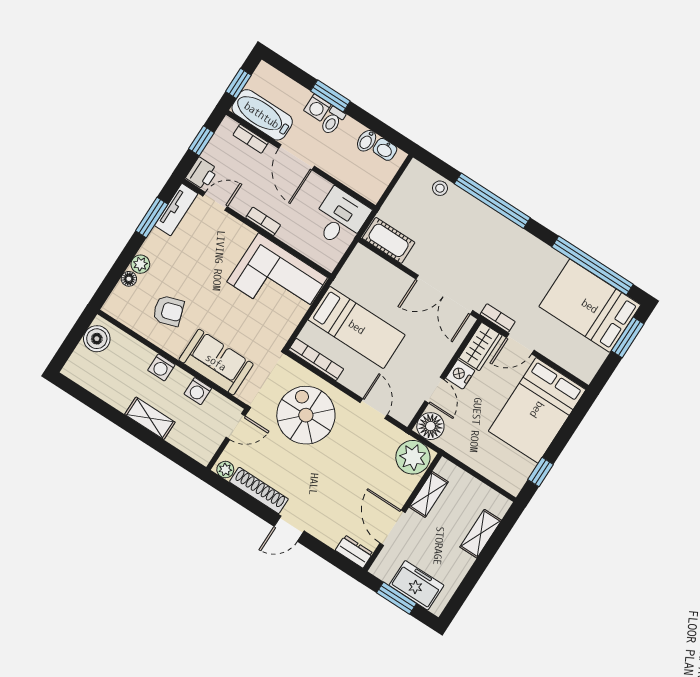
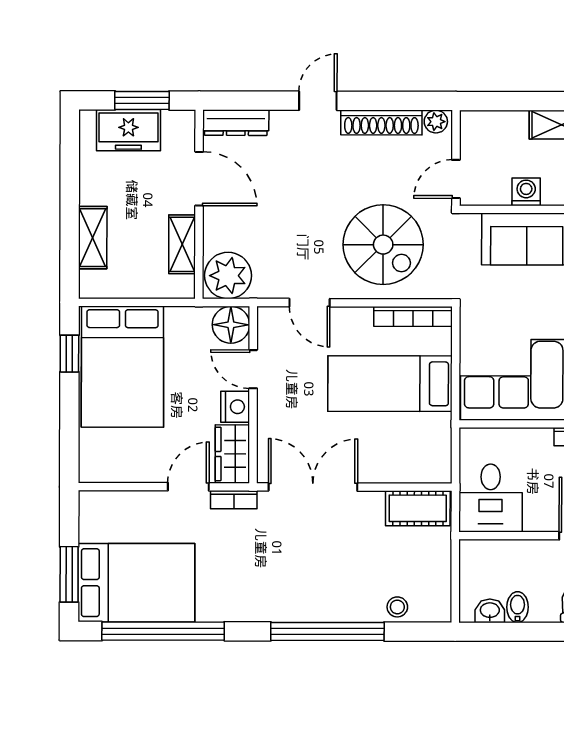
bed: (537, 410) -> (122, 367), moved, turned 180
dresser: (354, 552) -> (236, 123), width x1.44

